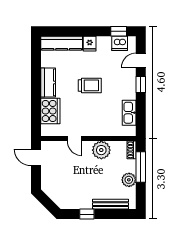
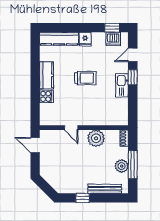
cooker: (50, 111) -> (46, 96), width x0.53, depth x0.76
kitchen sink: (129, 113) -> (122, 85), moved
window: (141, 167) -> (133, 165), moved

